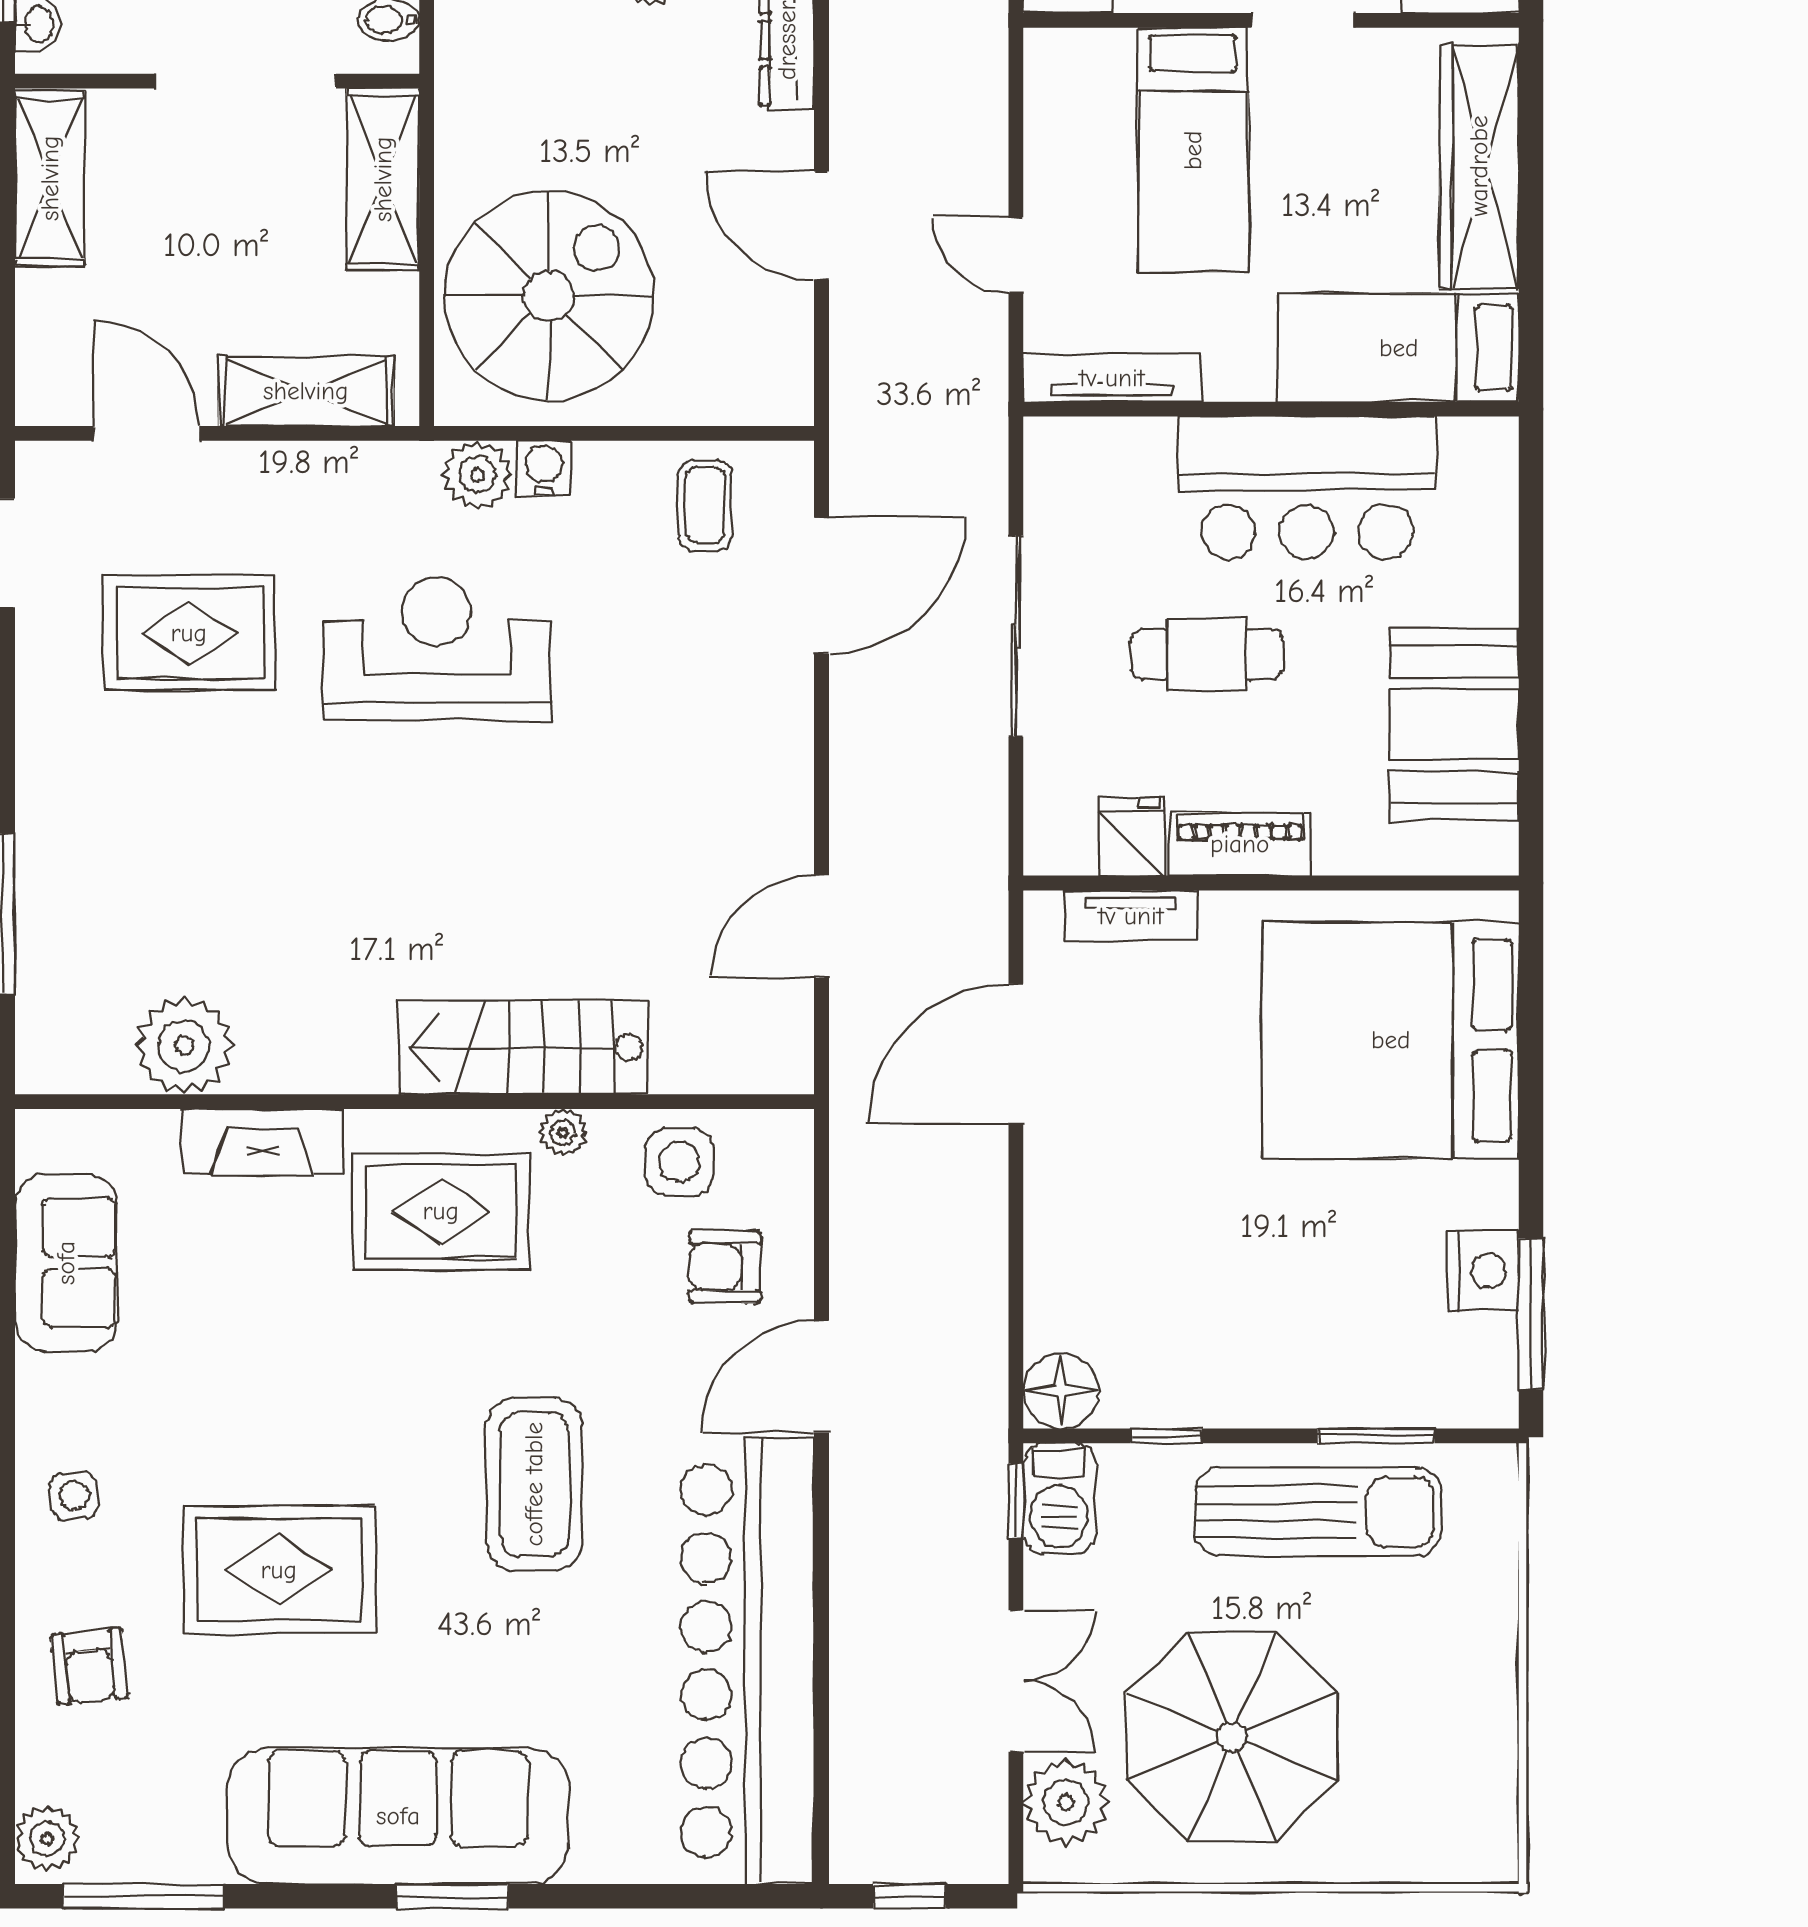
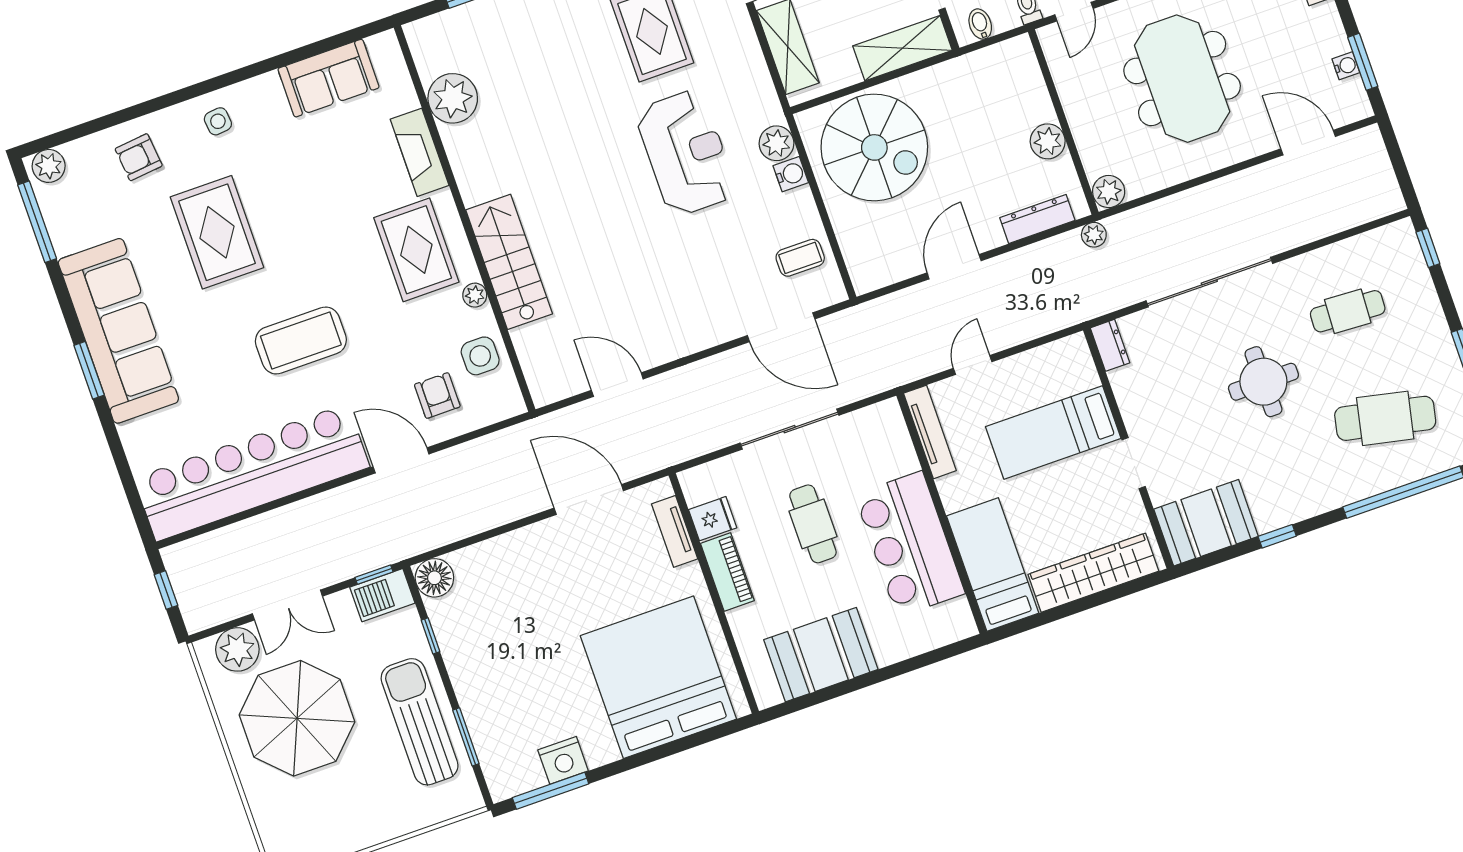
sun lounger: (1318, 1512) -> (420, 722), turned 180

